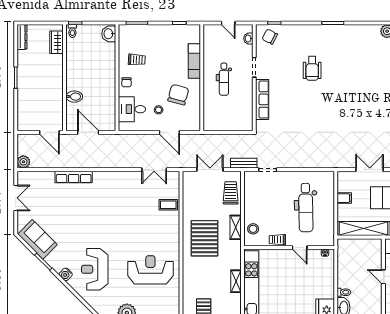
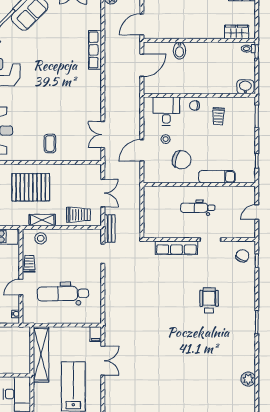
washbasin: (248, 38) -> (241, 233), removed
wheelchair: (312, 68) -> (209, 300), turned 90
filing cabinet: (344, 198) -> (96, 334), moved
coffee table: (168, 205) -> (50, 143), moved

